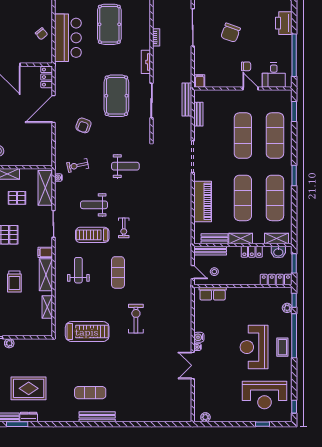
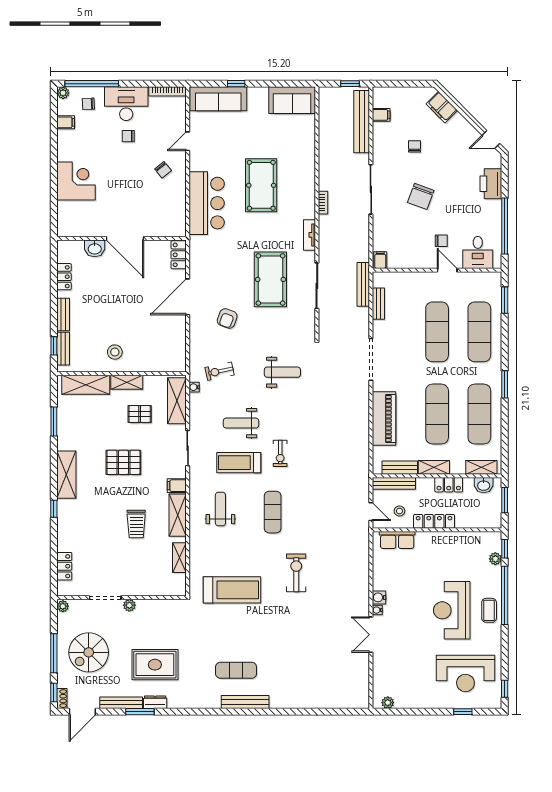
chair: (41, 34) -> (163, 170), moved
locker: (276, 280) -> (434, 521), moved

